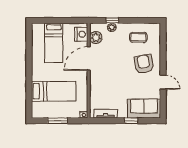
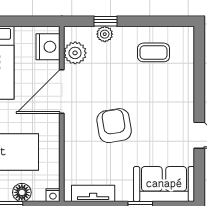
armchair: (144, 64) -> (114, 126), moved
floor lamp: (67, 113) -> (22, 192), added

